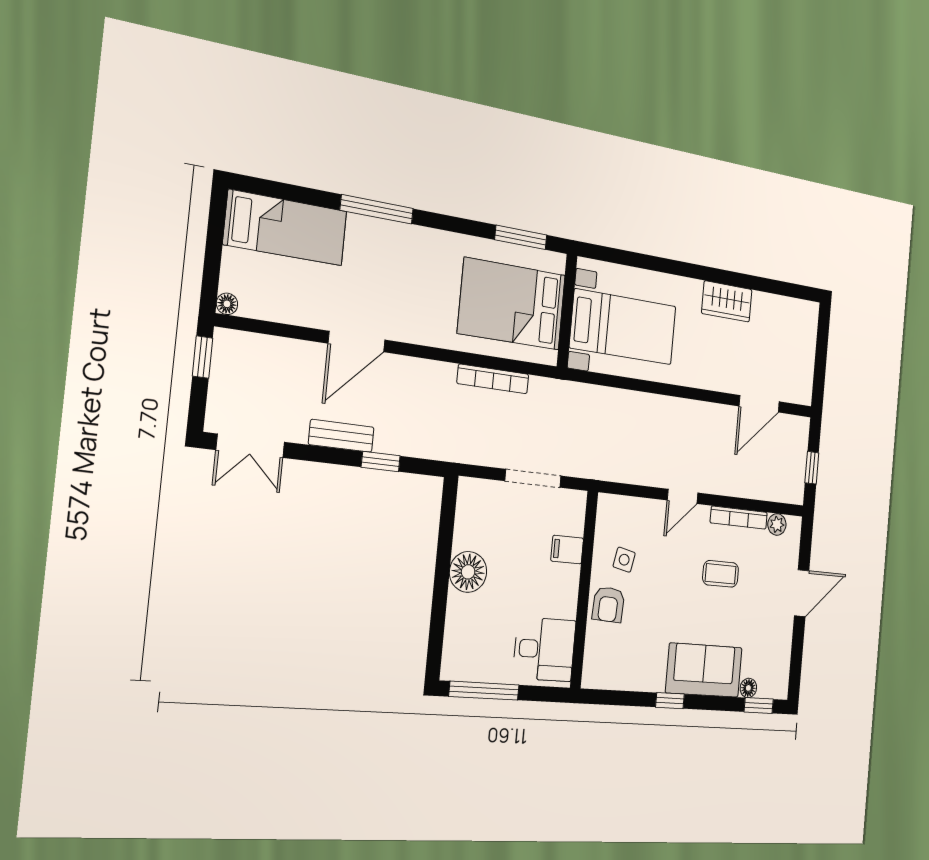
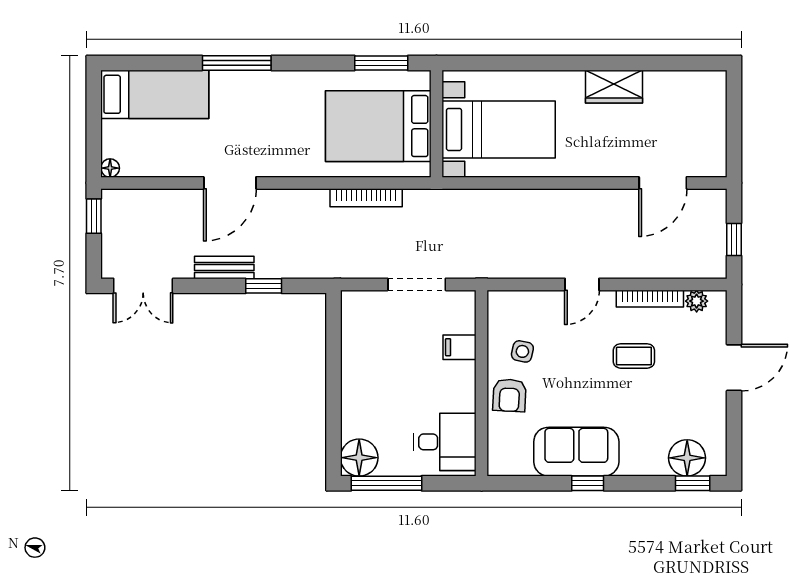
floor lamp: (468, 572) -> (359, 458), moved
sofa: (704, 670) -> (576, 452), moved
floor lamp: (748, 688) -> (687, 458), width x1.89, depth x1.89

